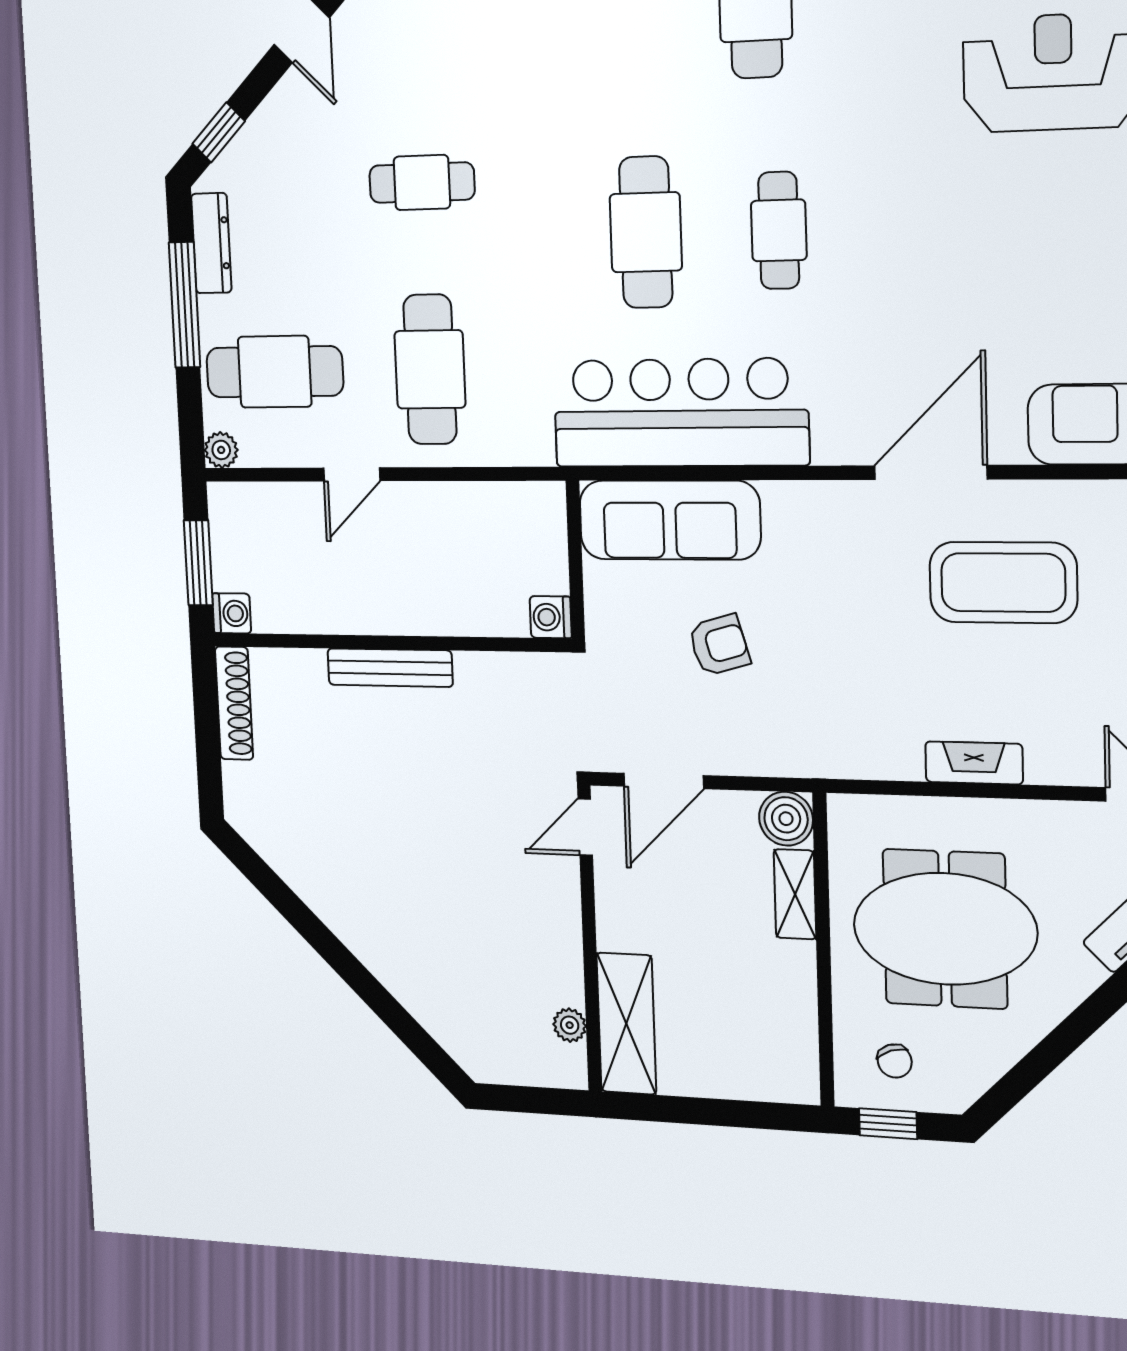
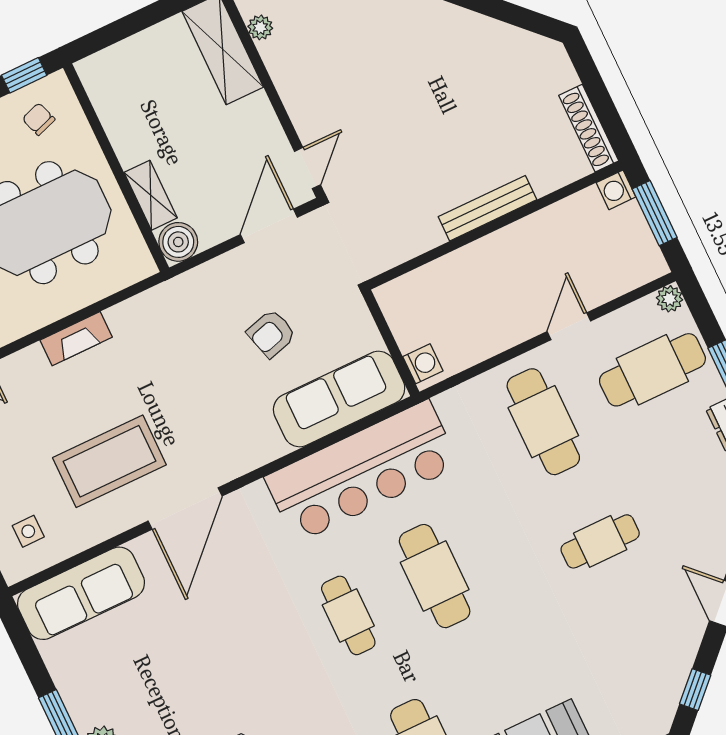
washing machine: (551, 617) -> (423, 364), moved

